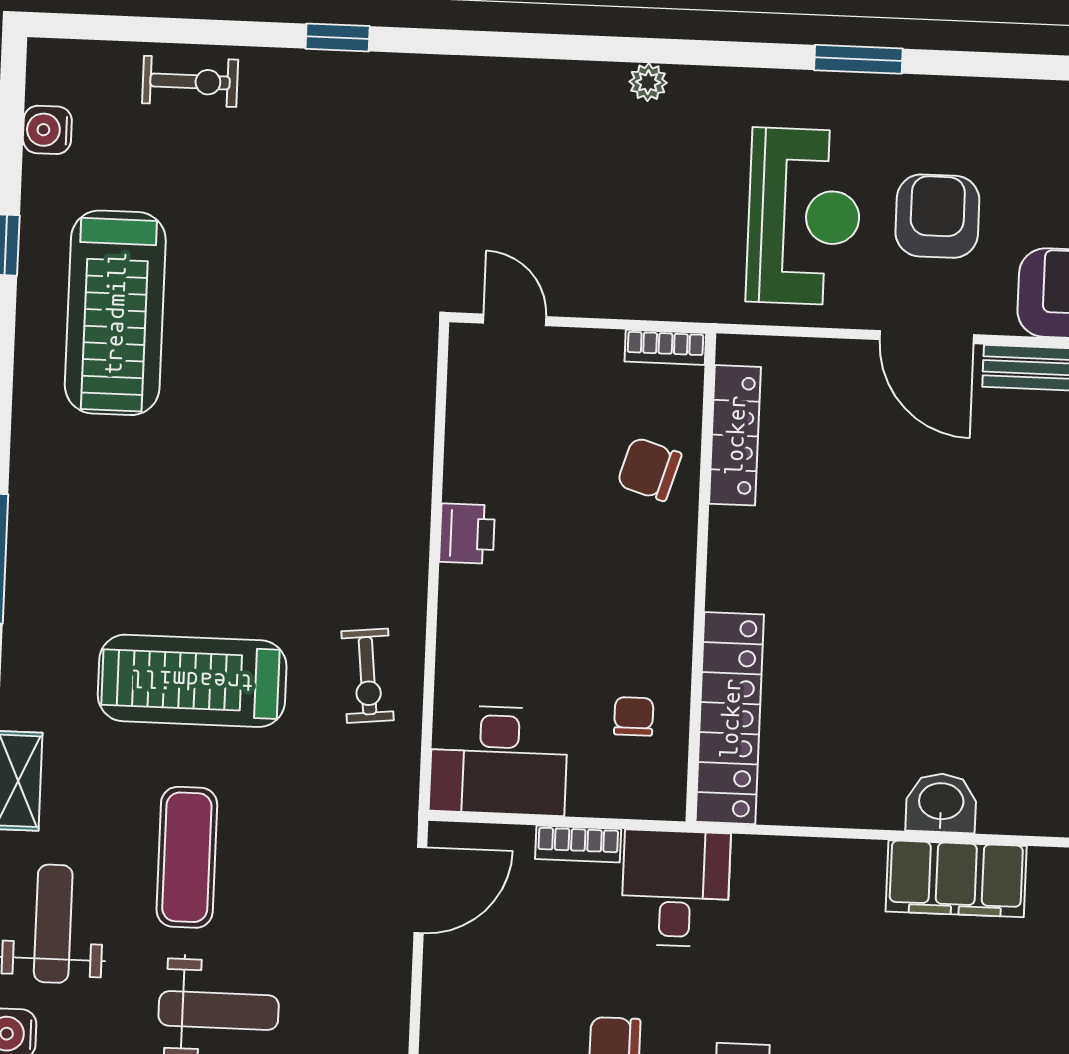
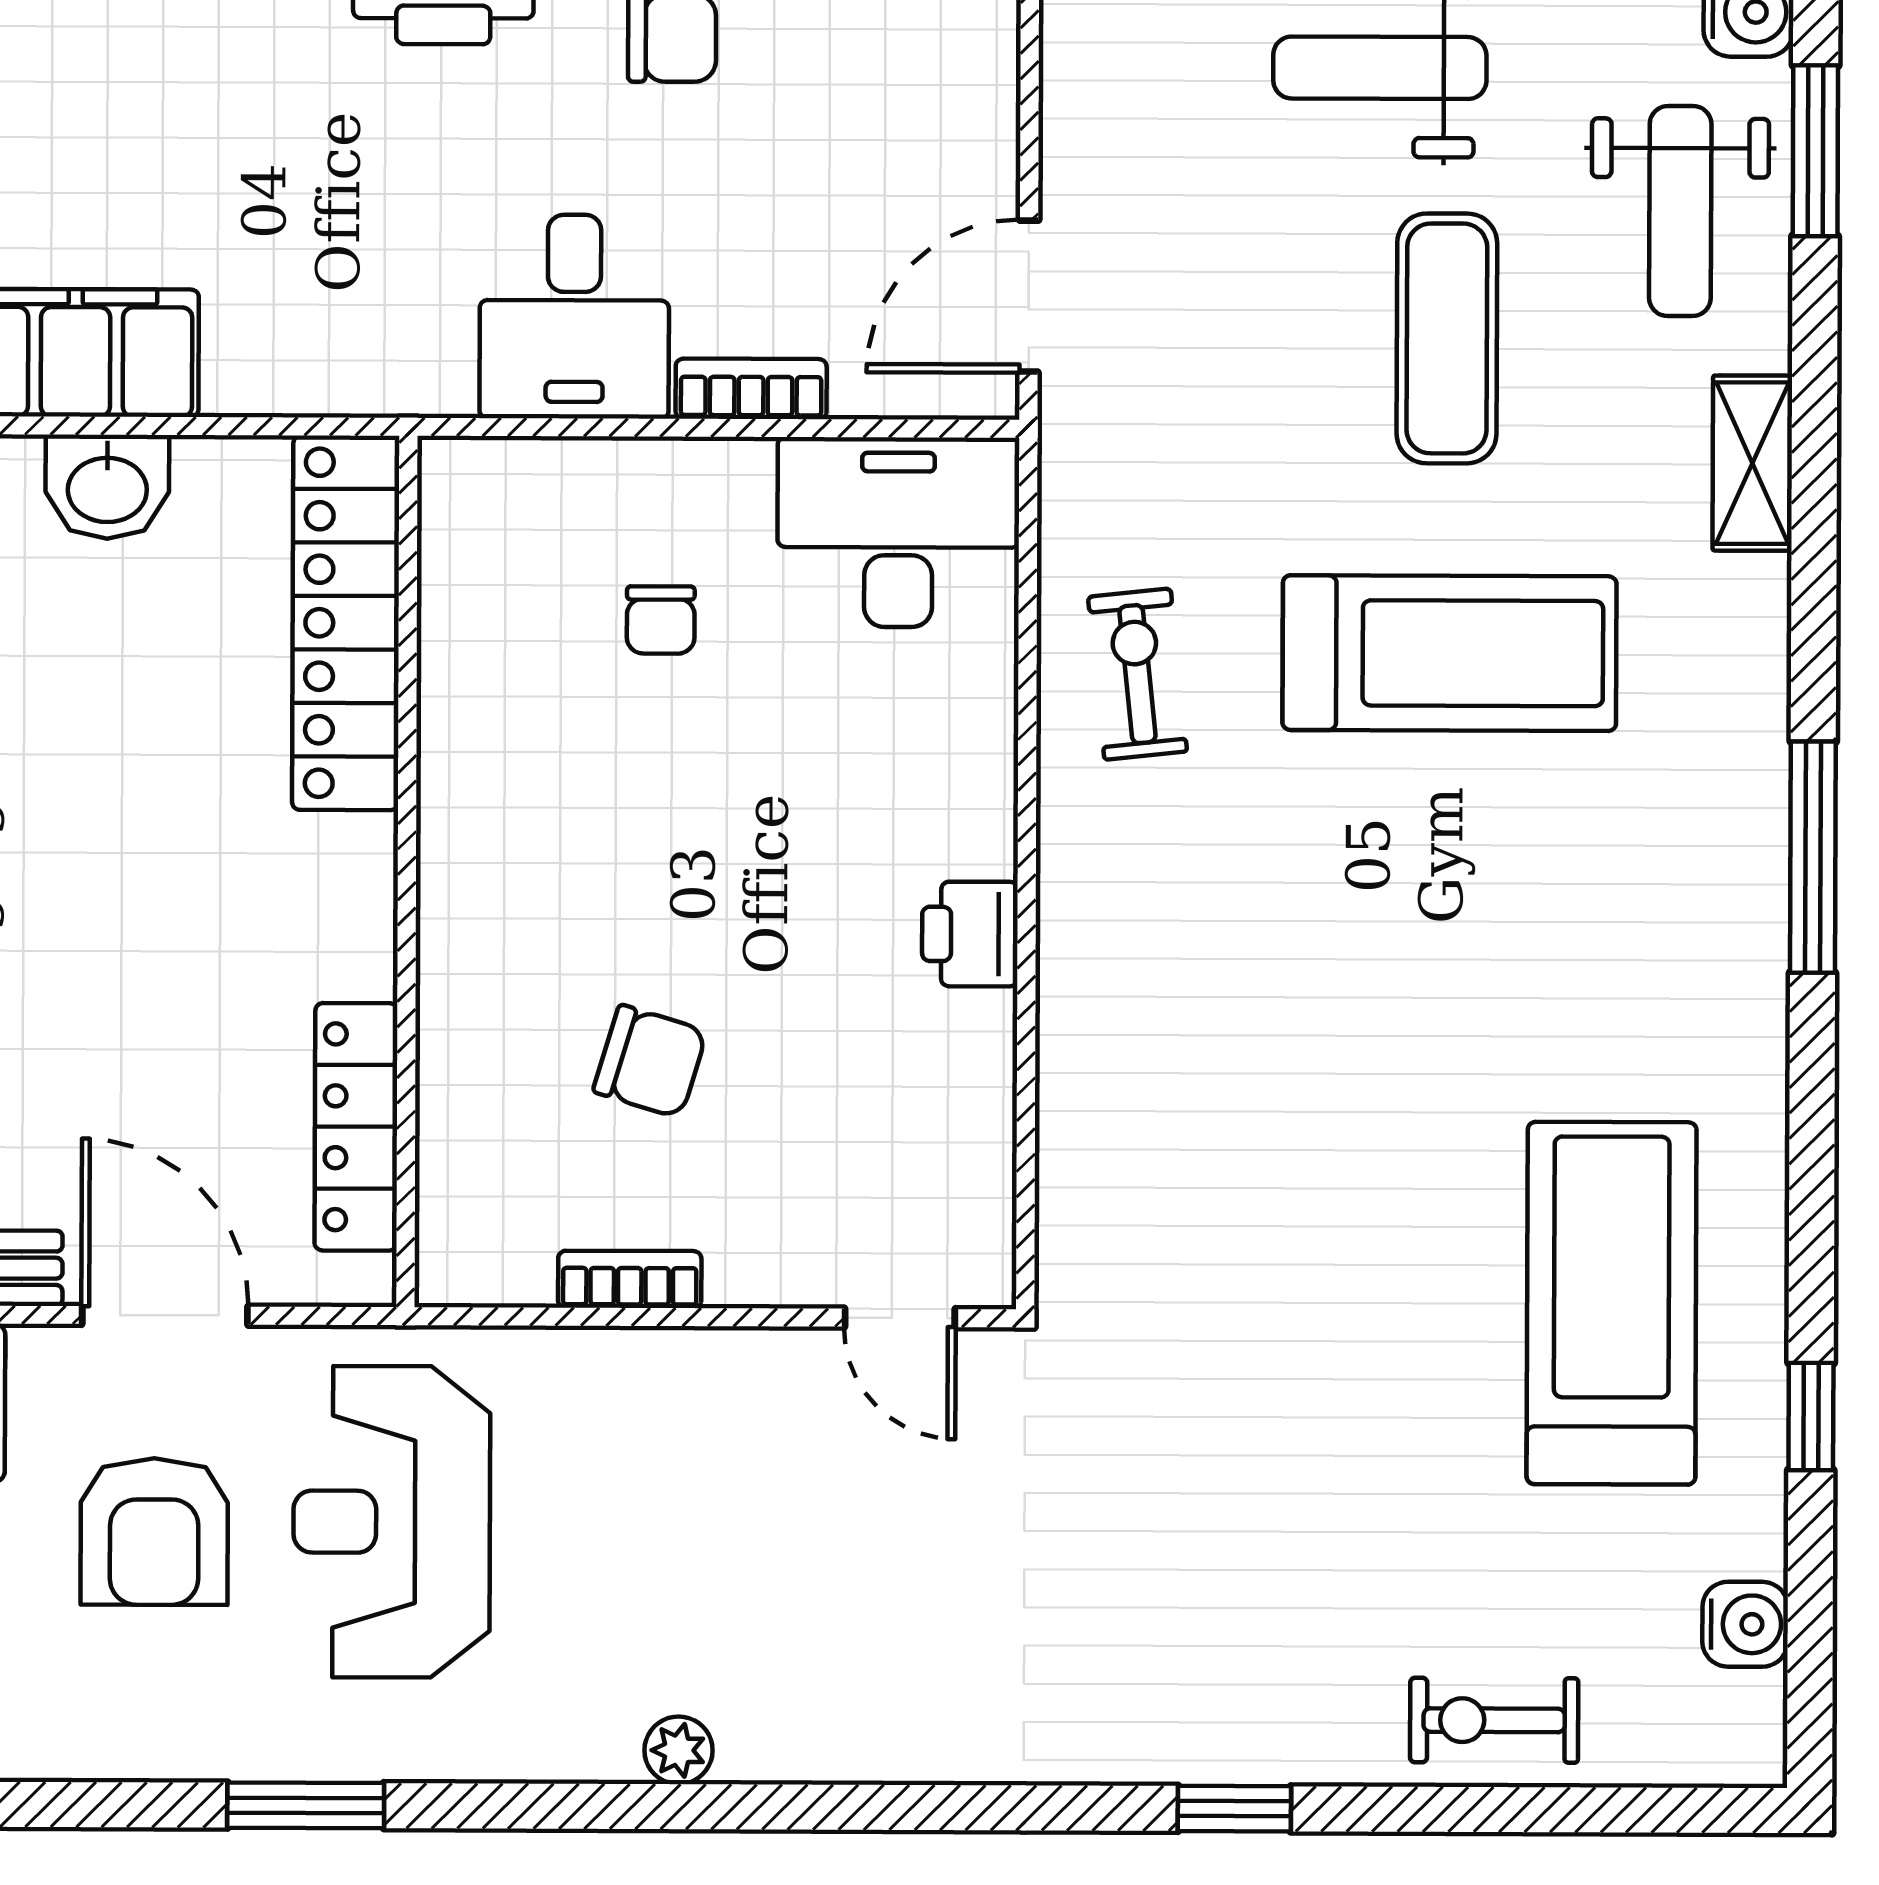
locker: (735, 435) -> (356, 1127), moved
wall: (701, 577) -> (407, 871), moved
locker: (730, 718) -> (346, 623), moved

